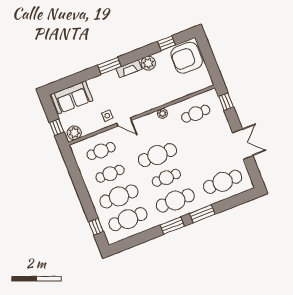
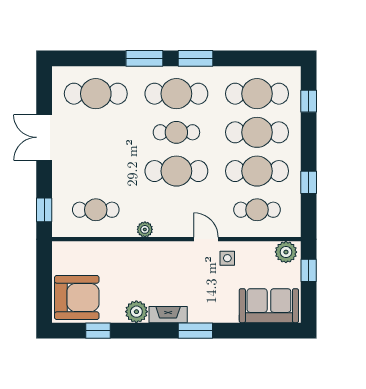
cafe table: (110, 174) -> (257, 171), width x1.37, depth x1.35
window: (77, 179) -> (309, 182), added

